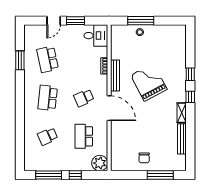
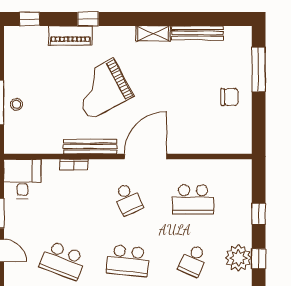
school desk: (48, 59) -> (63, 261), turned 33
piano: (180, 64) -> (70, 35), added
window: (190, 97) -> (30, 19), moved
school desk: (48, 136) -> (193, 261), turned 48
plant: (100, 163) -> (238, 258), moved
window: (49, 175) -> (259, 259), width x0.46

